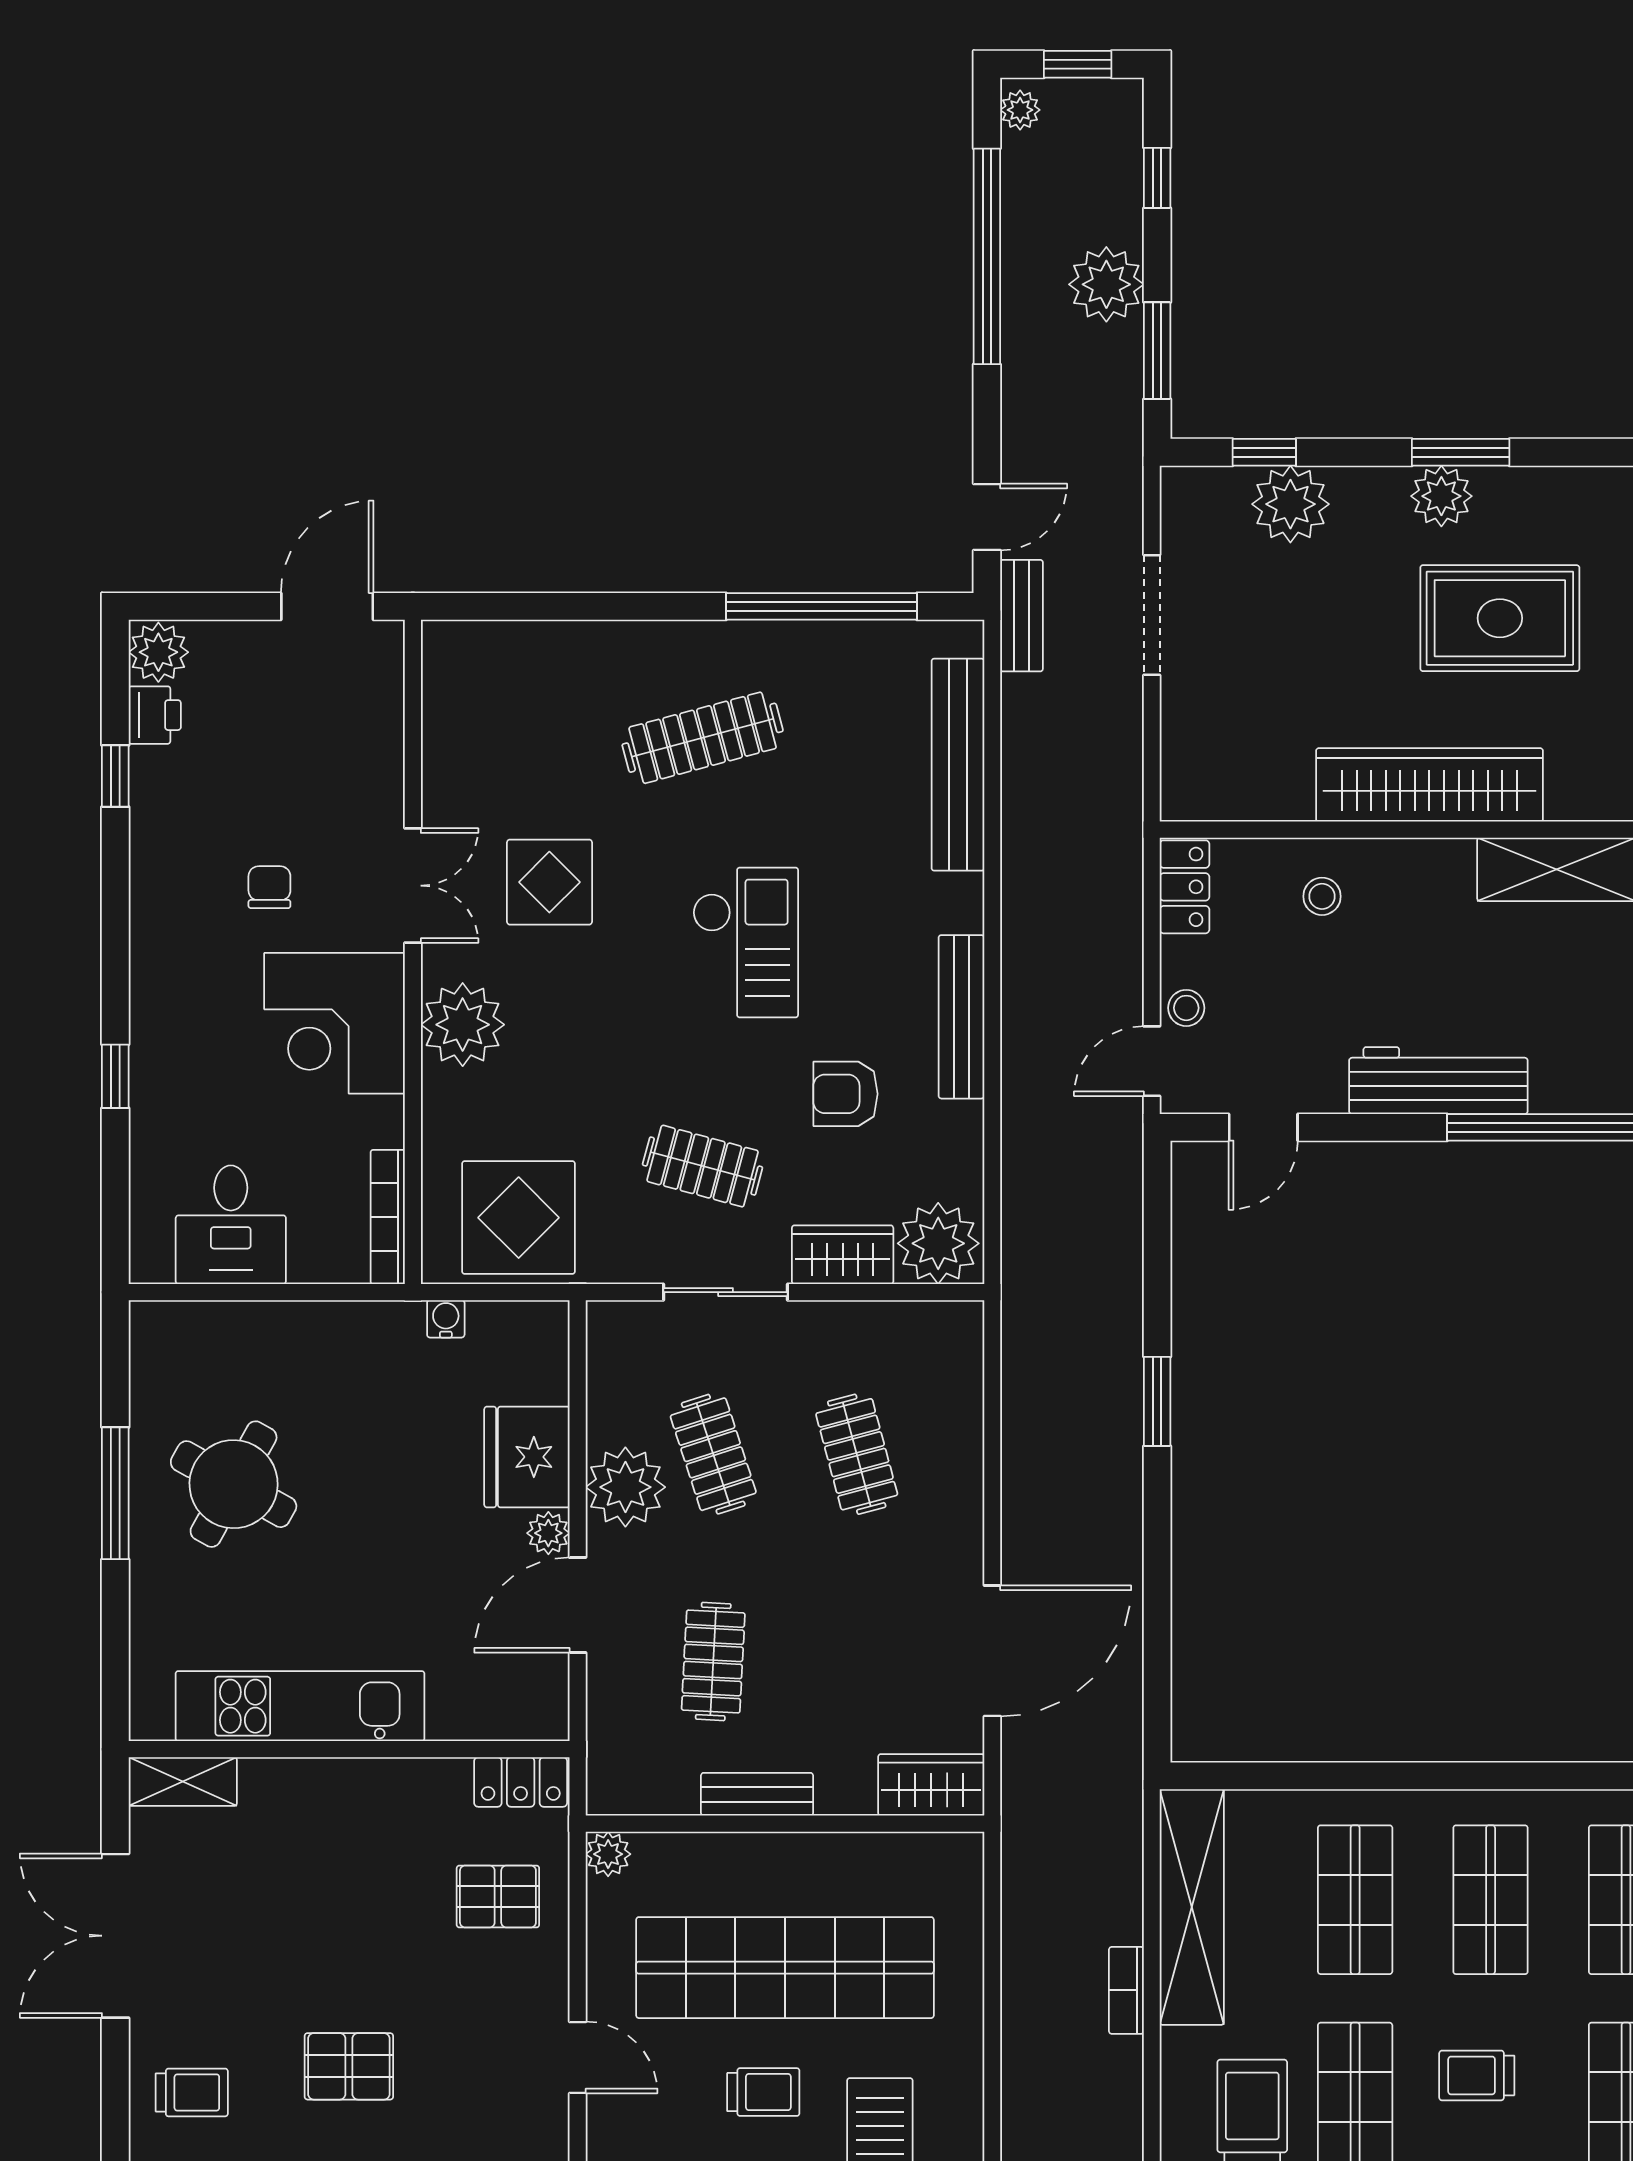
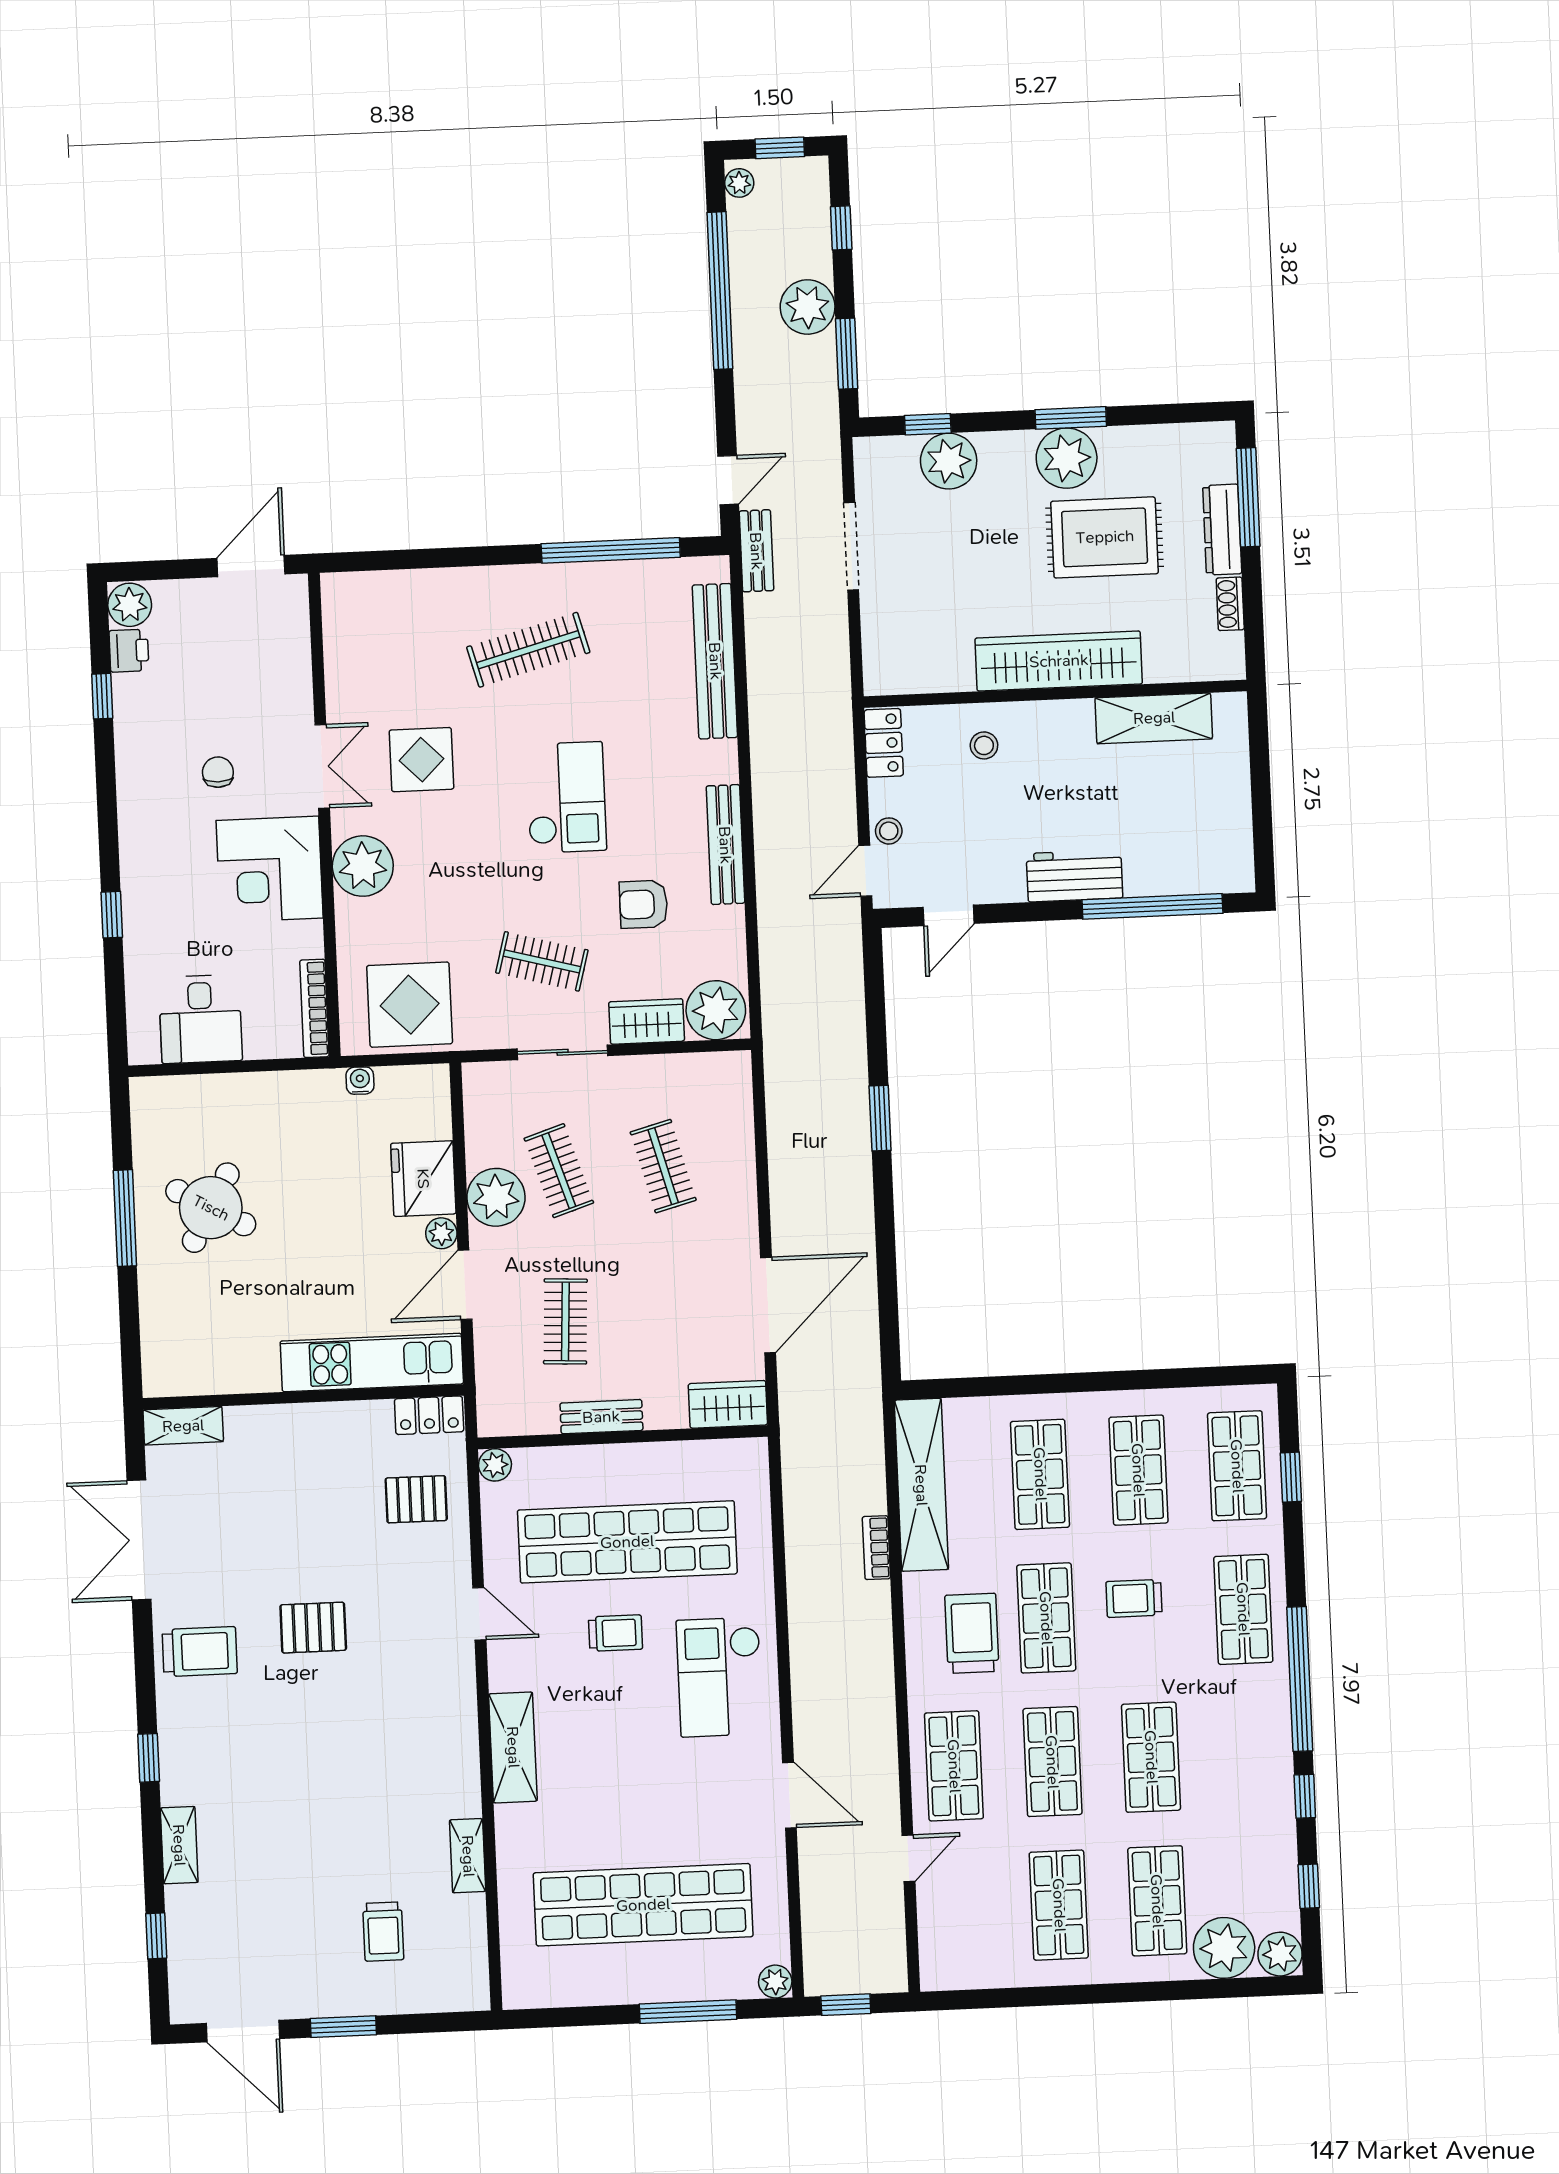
plant: (1441, 496) -> (1067, 458), width x1.36, depth x1.36
workbench: (1438, 1081) -> (1075, 876), width x0.73
kitchen unit: (300, 1706) -> (372, 1362), moved
trolley: (192, 2092) -> (200, 1652), width x1.36, depth x1.39

